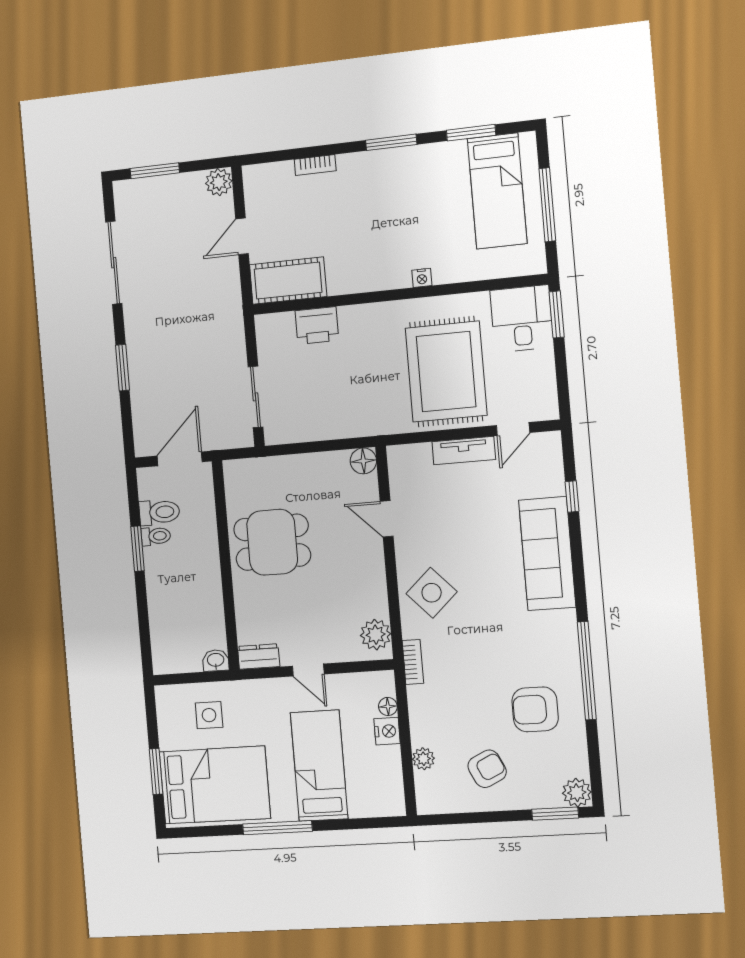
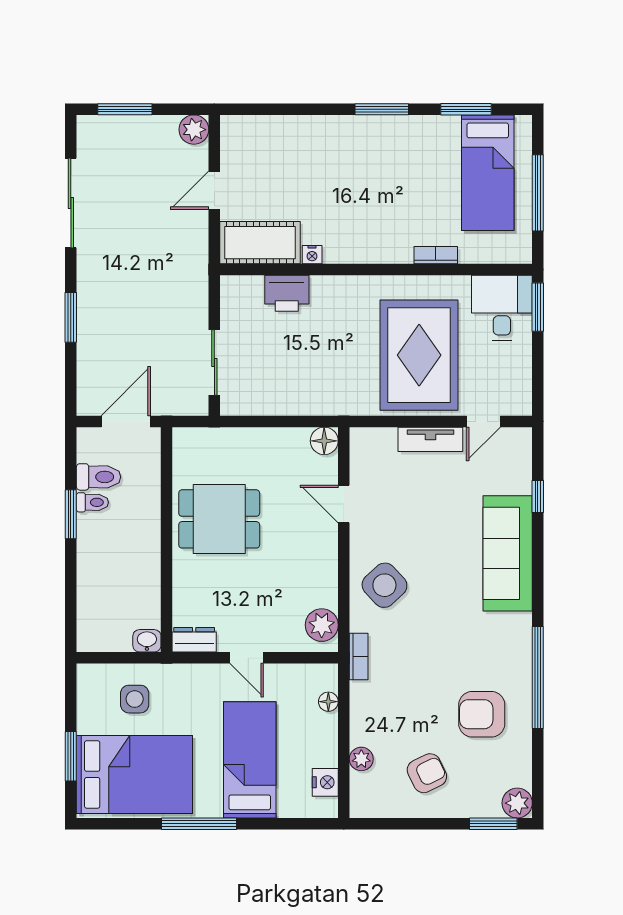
bookcase: (315, 165) -> (436, 255), moved, turned 180
nightstand: (422, 278) -> (312, 255), moved
nightstand: (387, 731) -> (325, 782), moved

